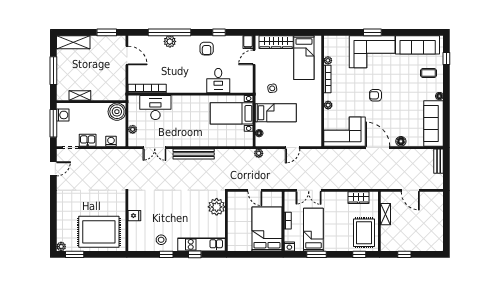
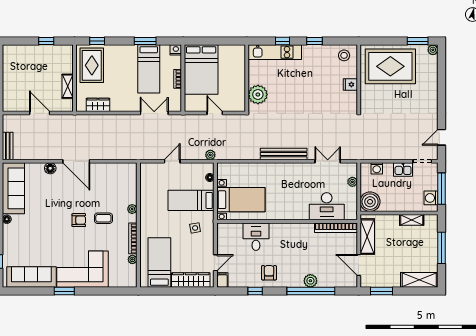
window: (372, 32) -> (64, 291), moved
coffee table: (429, 73) -> (103, 218), moved
shelving: (119, 81) -> (367, 237), added
corner sofa: (344, 132) -> (114, 179), removed
stool: (161, 240) -> (344, 55), moved

